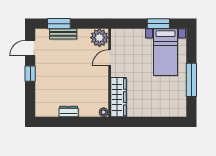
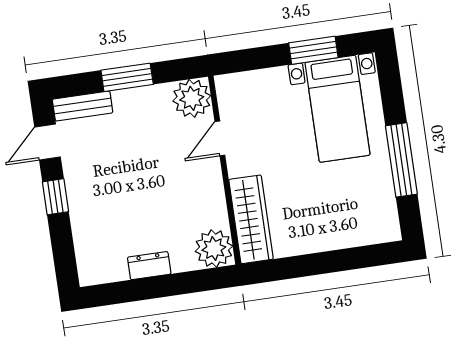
window: (59, 24) -> (127, 77), moved
bench: (63, 34) -> (83, 106), moved
plant: (104, 112) -> (214, 249), width x1.88, depth x1.88

